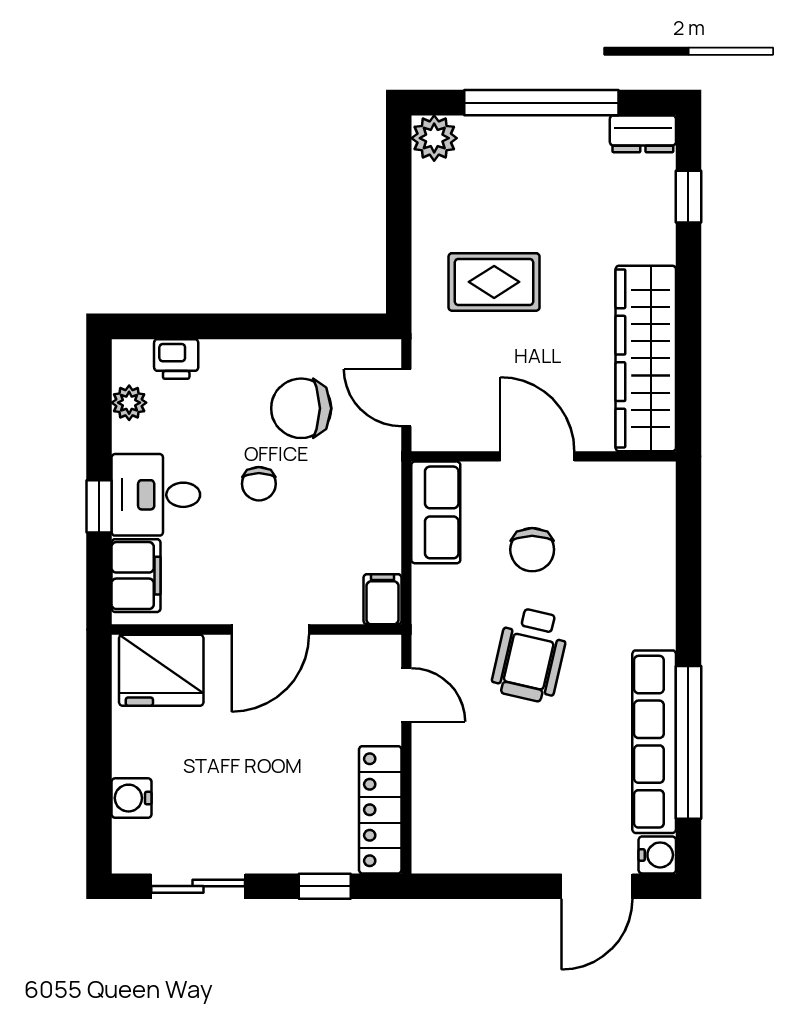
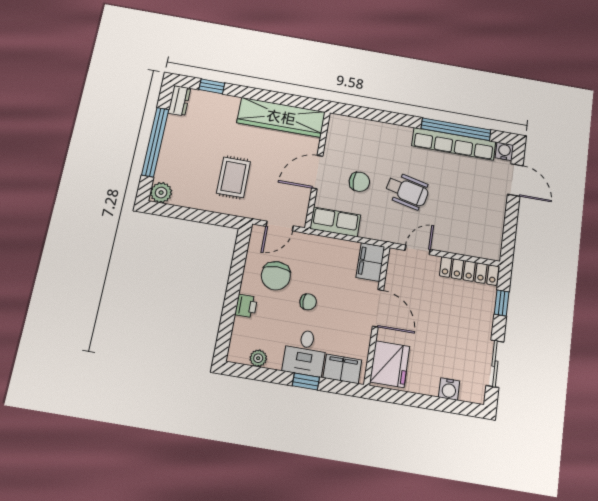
printer: (176, 359) -> (246, 306), moved
filing cabinet: (382, 599) -> (370, 262), width x2.00

